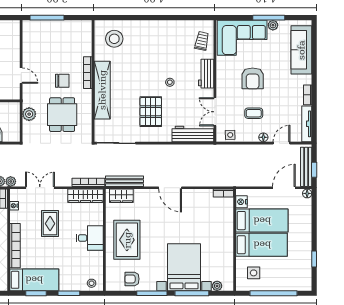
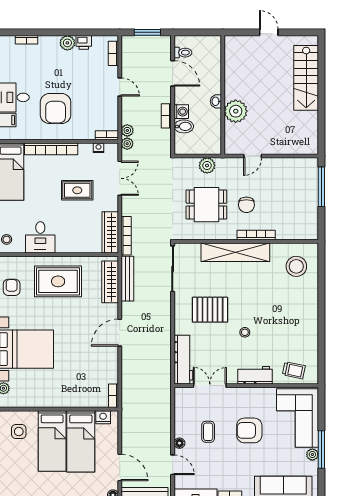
side table: (230, 135) -> (182, 404), removed
wardrobe: (121, 196) -> (110, 282), width x1.50
desk: (90, 238) -> (40, 237), moved

